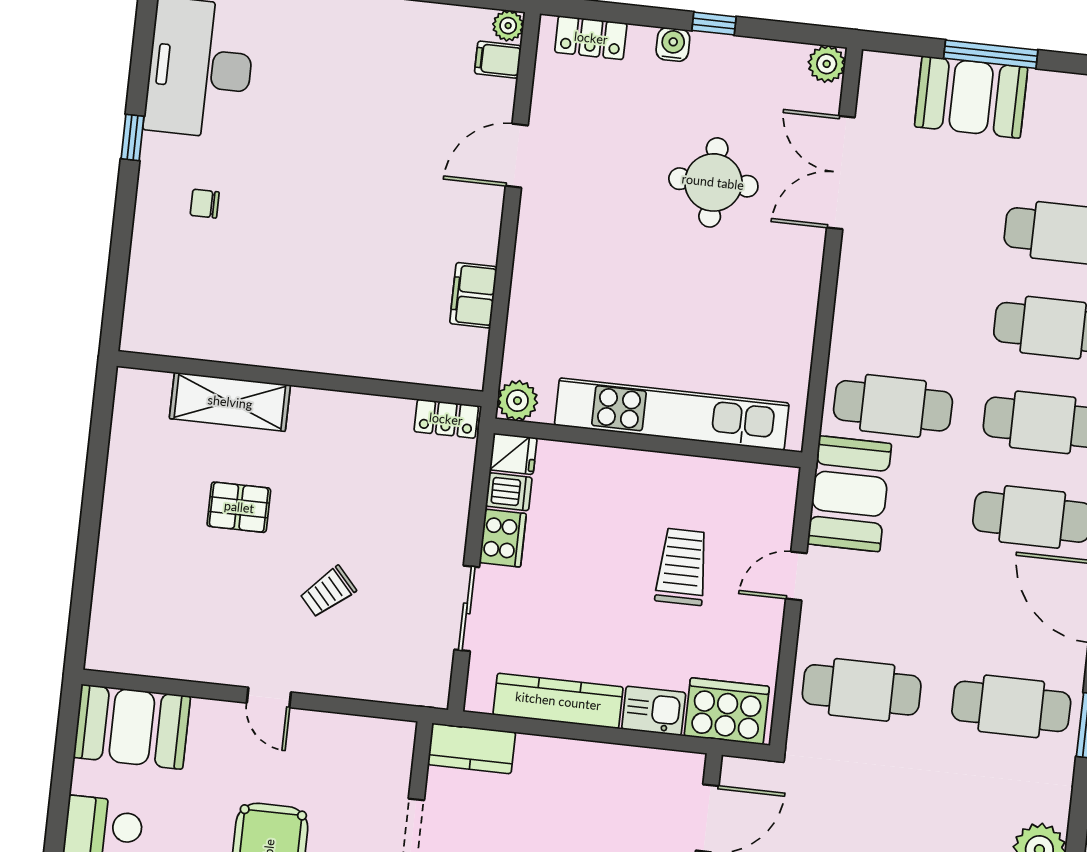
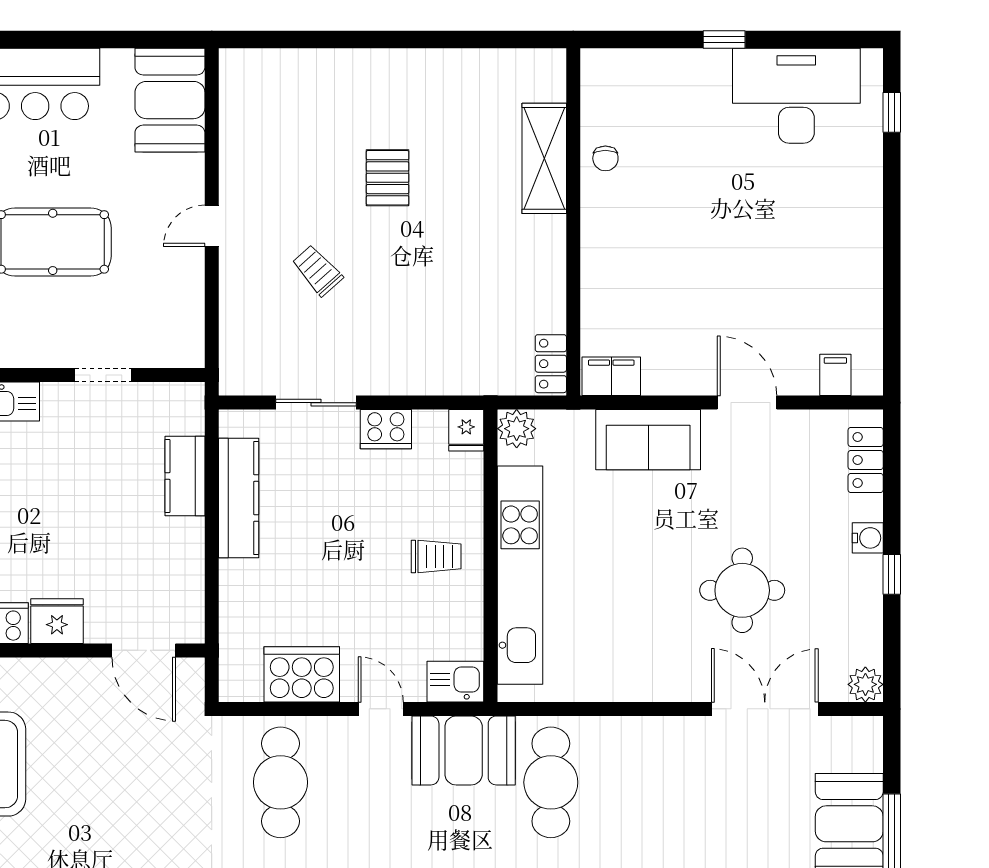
plant: (508, 26) -> (868, 381), removed
chair: (205, 204) -> (605, 158), moved, turned 180
sofa: (544, 264) -> (648, 440), added
wall: (300, 379) -> (573, 222), moved
shelving: (230, 402) -> (544, 158), moved
locker: (446, 419) -> (551, 364), moved
dishwasher: (509, 492) -> (430, 430), removed
trolley: (682, 567) -> (436, 556), moved, width x0.73, depth x0.72
kitchen sink: (654, 711) -> (455, 682), moved, turned -90
cooker: (727, 711) -> (302, 674), moved, turned -90
kitchen counter: (472, 748) -> (185, 476), moved

